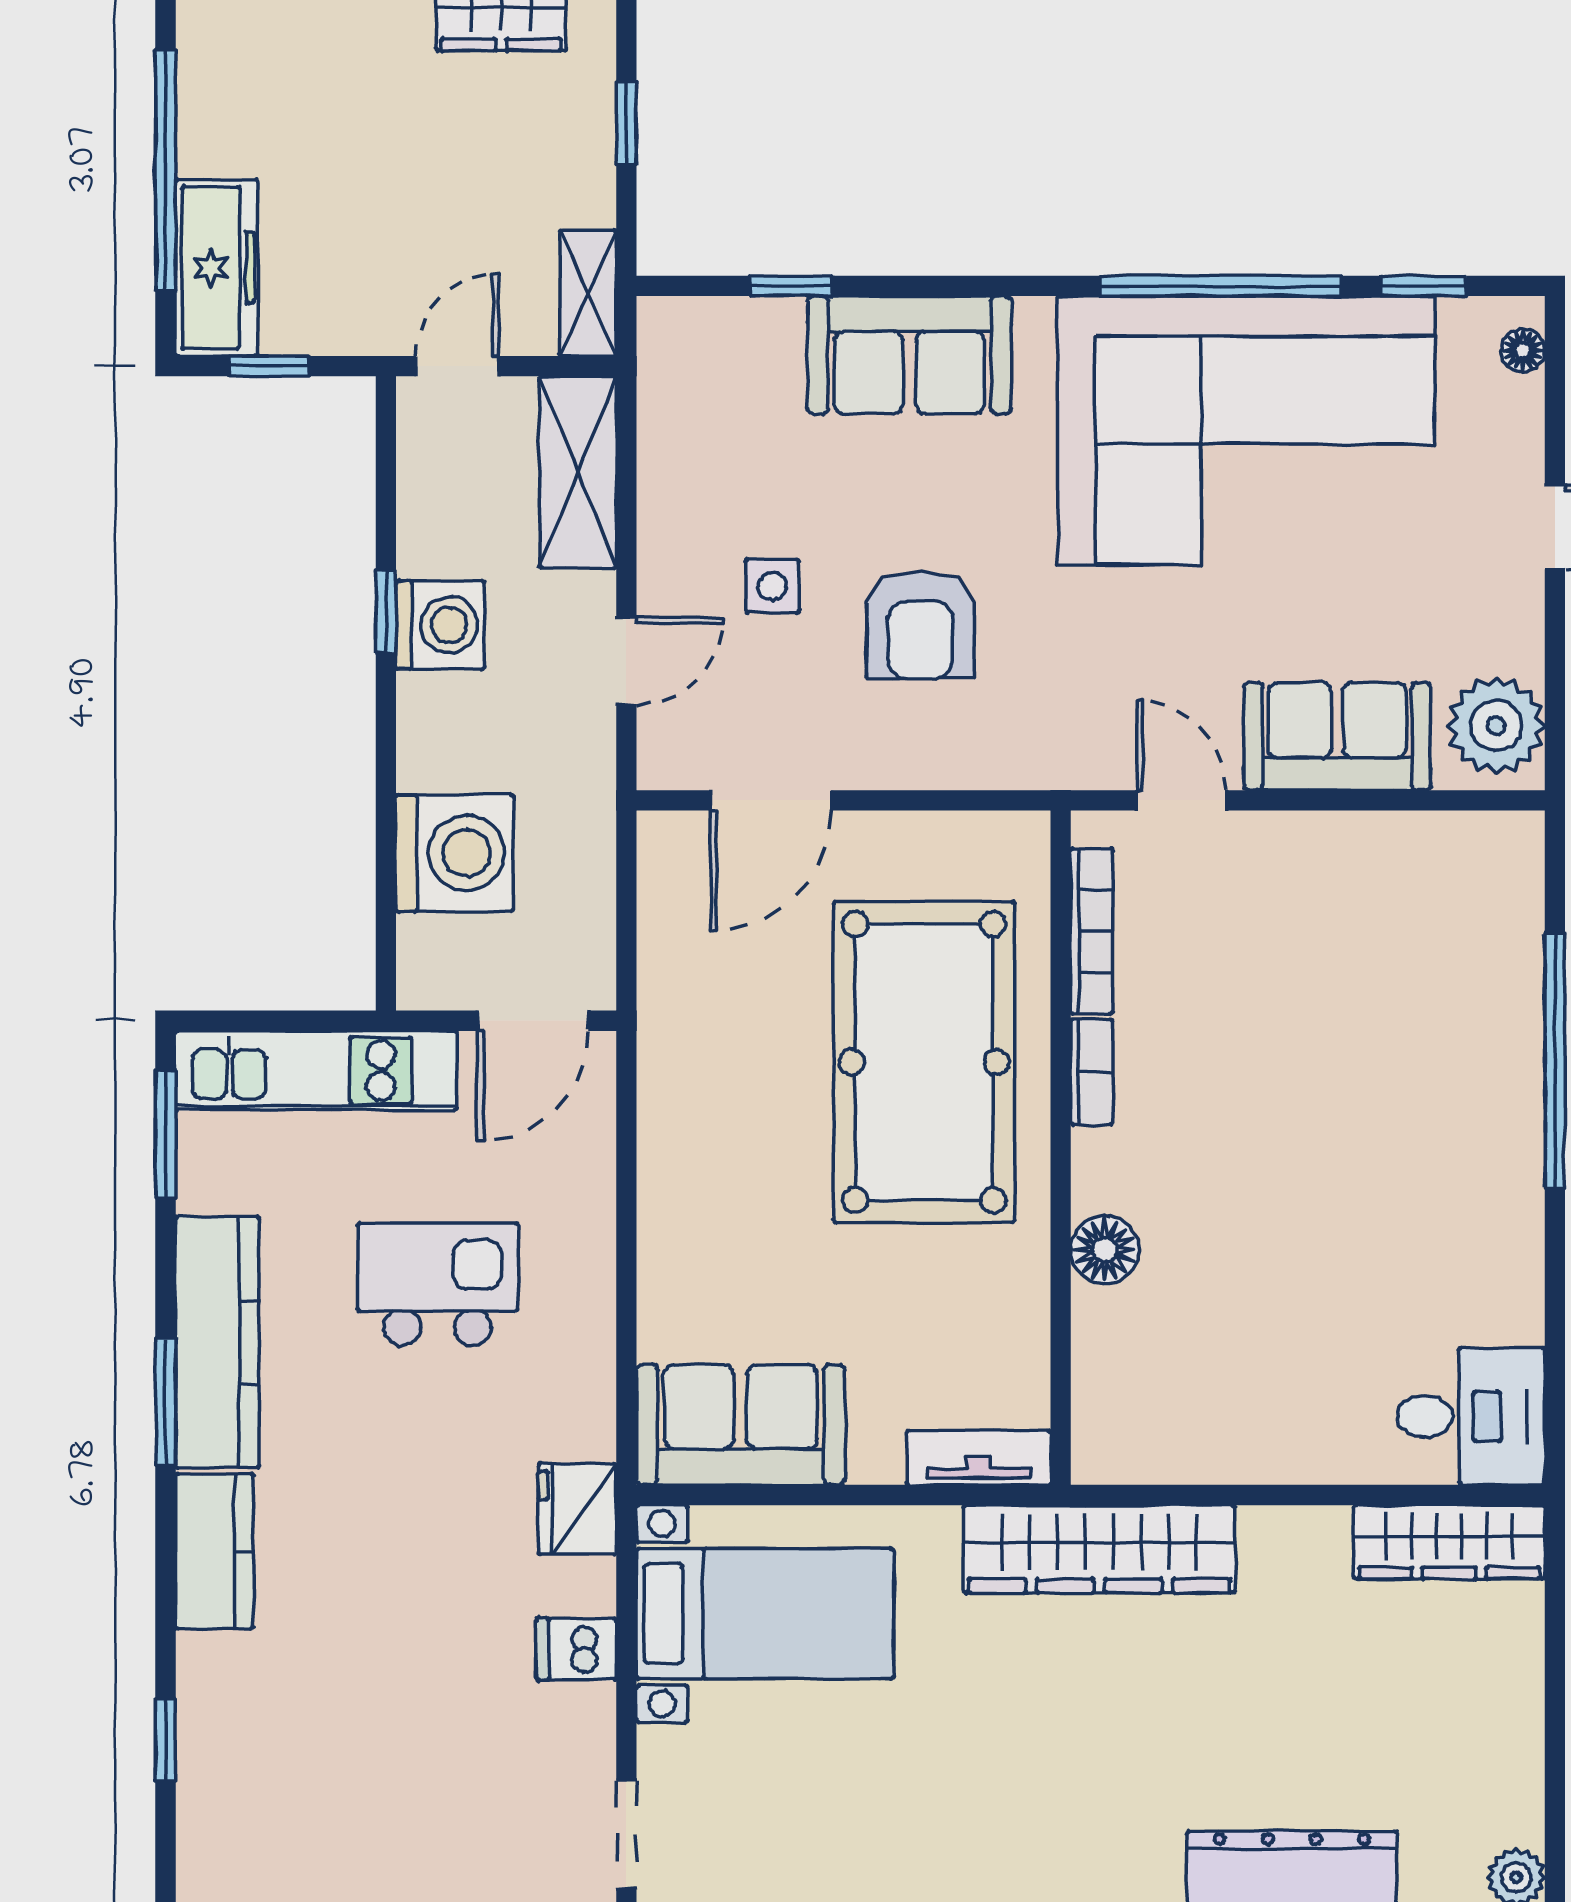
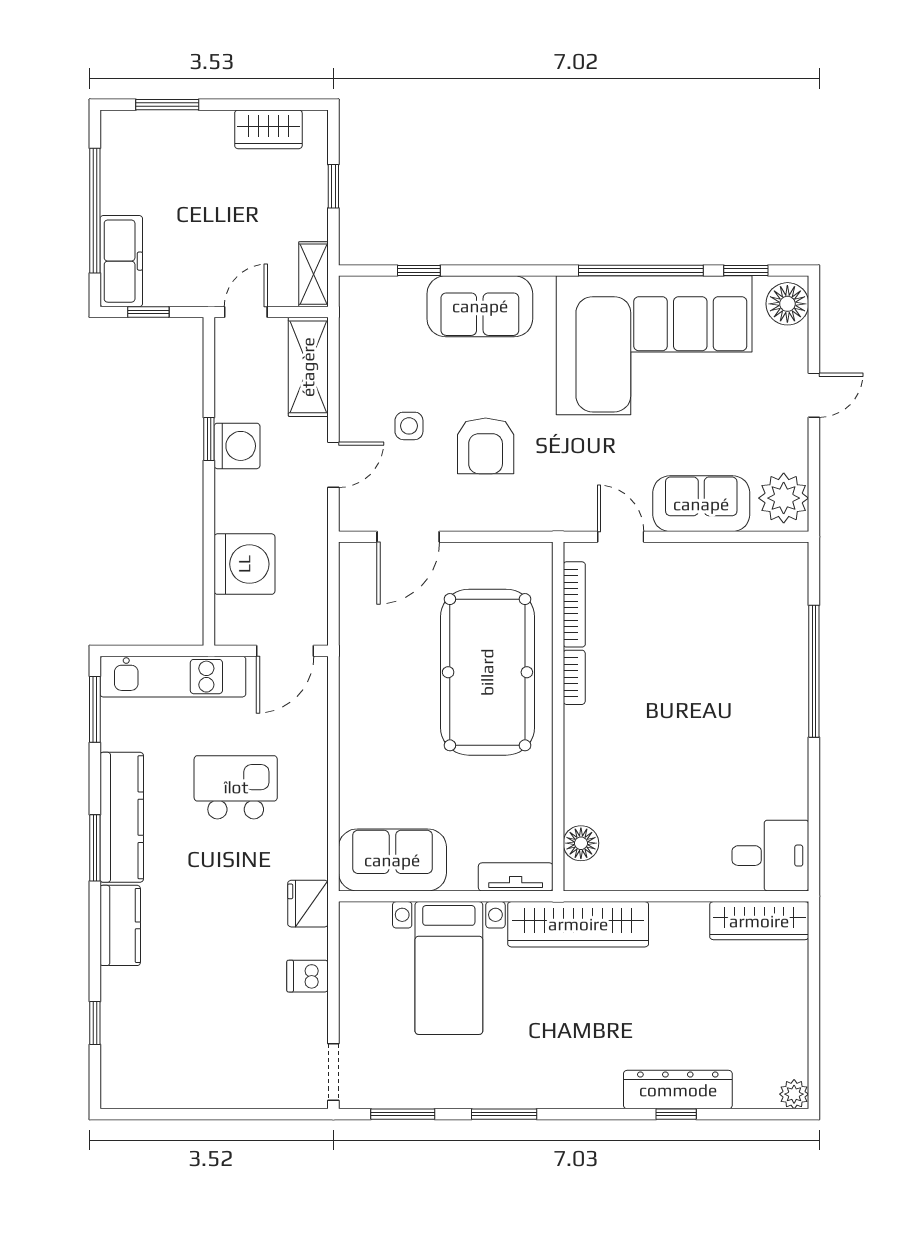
floor lamp: (1523, 350) -> (787, 304), width x1.89, depth x1.89
floor lamp: (1105, 1250) -> (581, 843), moved
bed with nightstands: (765, 1614) -> (449, 968), moved, turned 90

